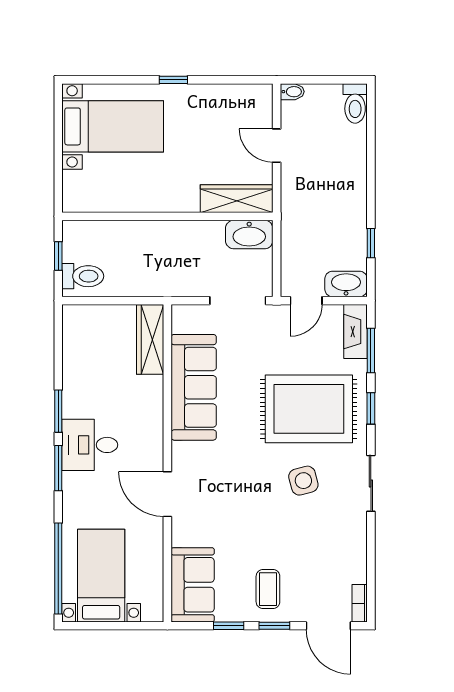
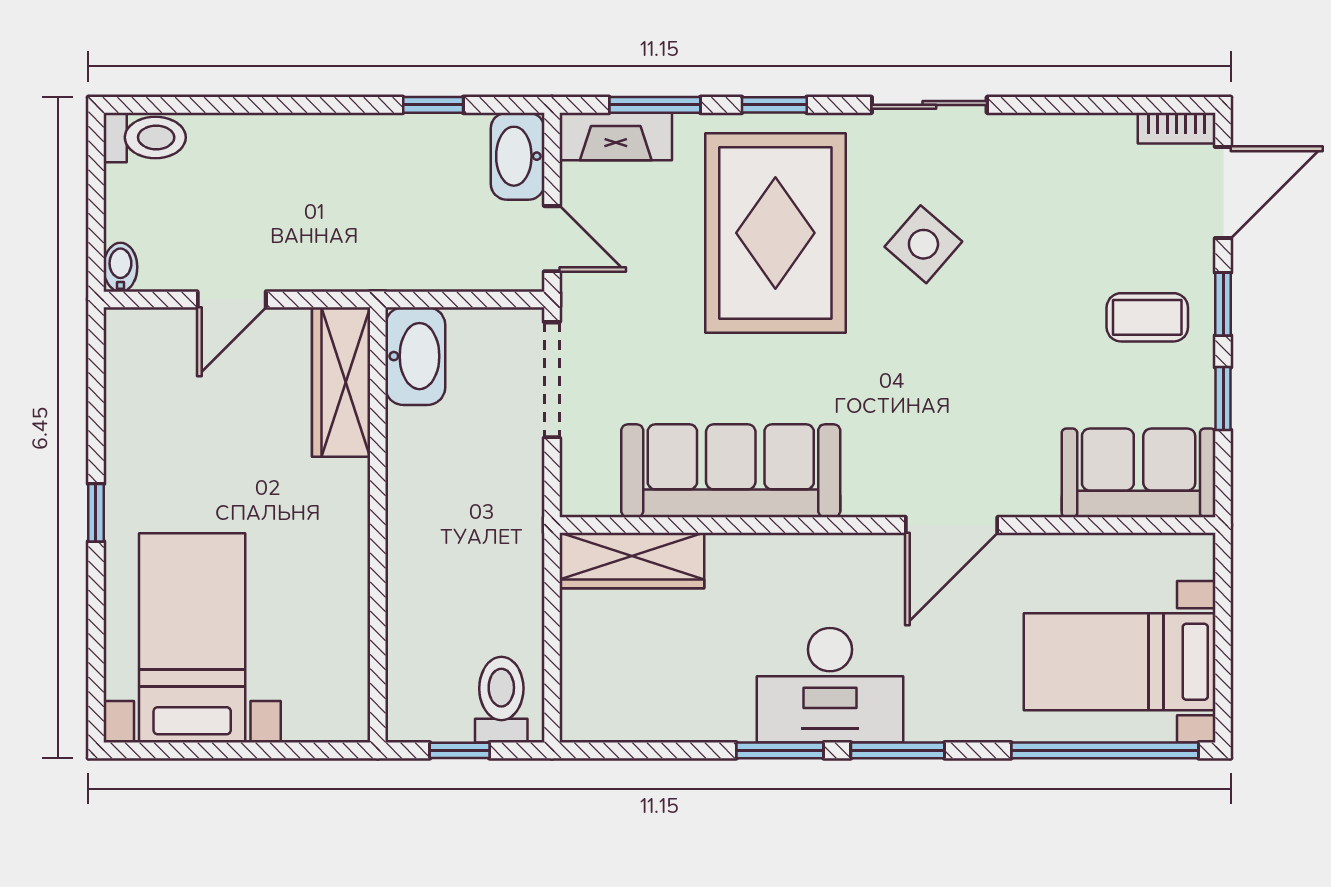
desk: (90, 445) -> (830, 685), width x1.37
side table: (303, 481) -> (923, 244), turned -34

